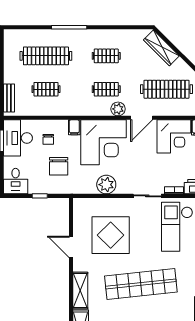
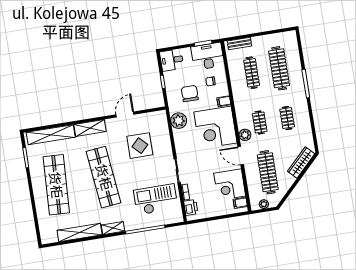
clothes rail: (46, 89) -> (252, 73), width x1.36
chair: (59, 166) -> (190, 94), turned 90
plant: (106, 185) -> (179, 121), moved
display table: (111, 235) -> (140, 146), width x0.73, depth x0.73

